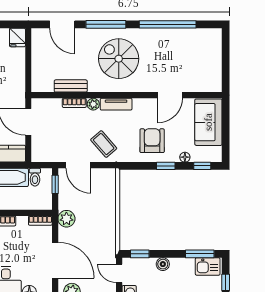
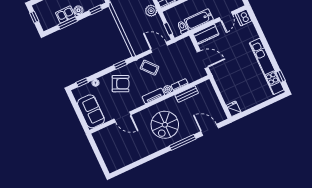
window: (168, 24) -> (144, 160), removed
spiral stairs: (119, 59) -> (165, 125), turned 90
door: (170, 95) -> (123, 117), swing flipped
armchair: (152, 141) -> (121, 84), turned -65
window: (166, 166) -> (120, 65), moved
window: (200, 254) -> (68, 23), moved
kitchen sink: (208, 266) -> (65, 15), moved

